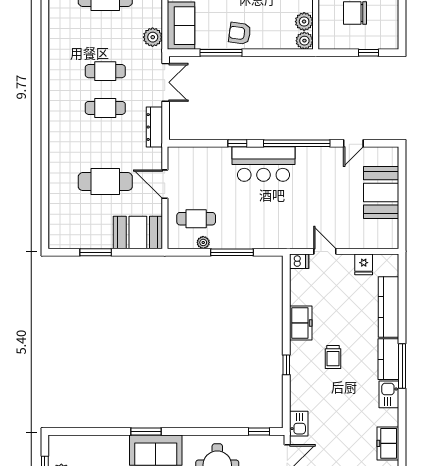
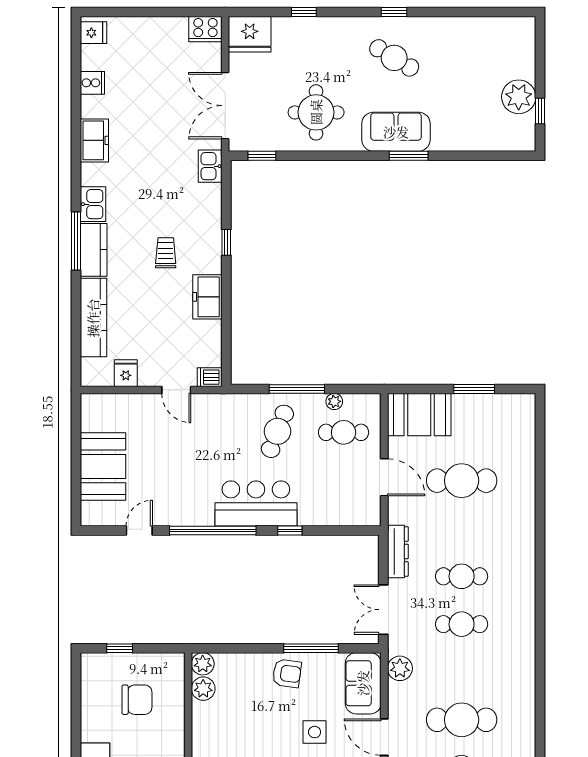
cafe table: (247, 220) -> (277, 431), added

